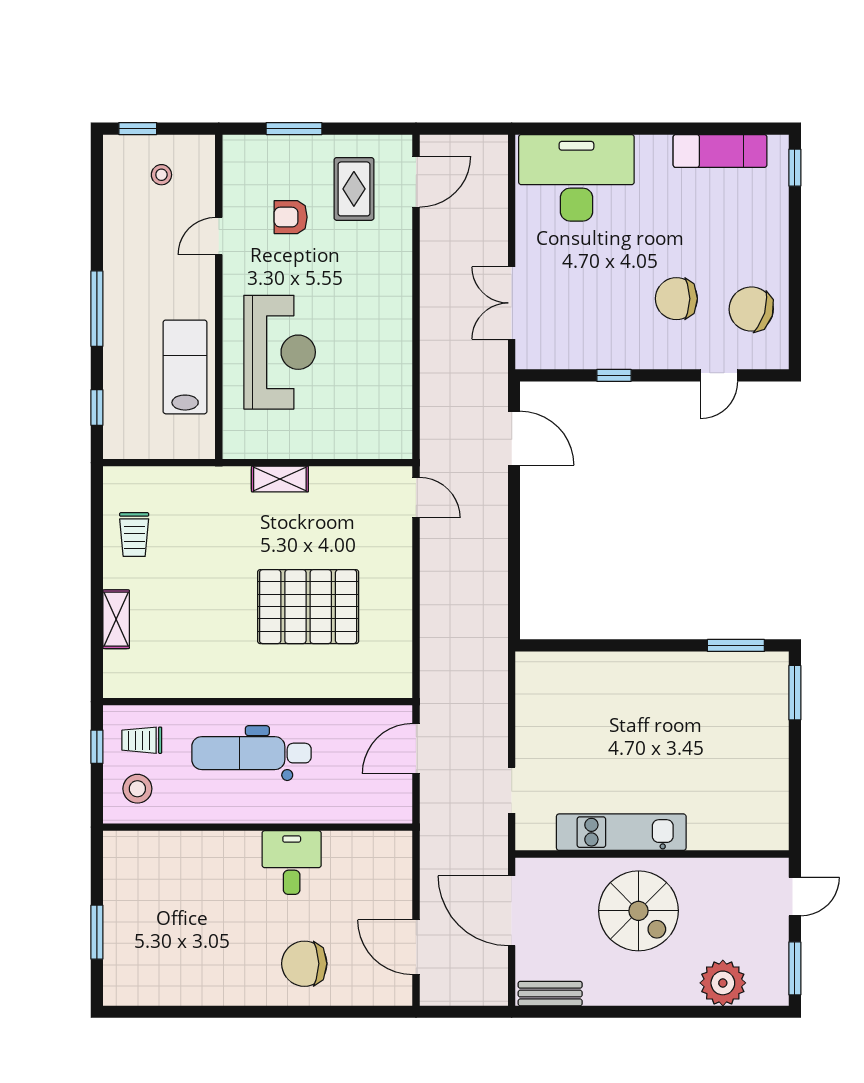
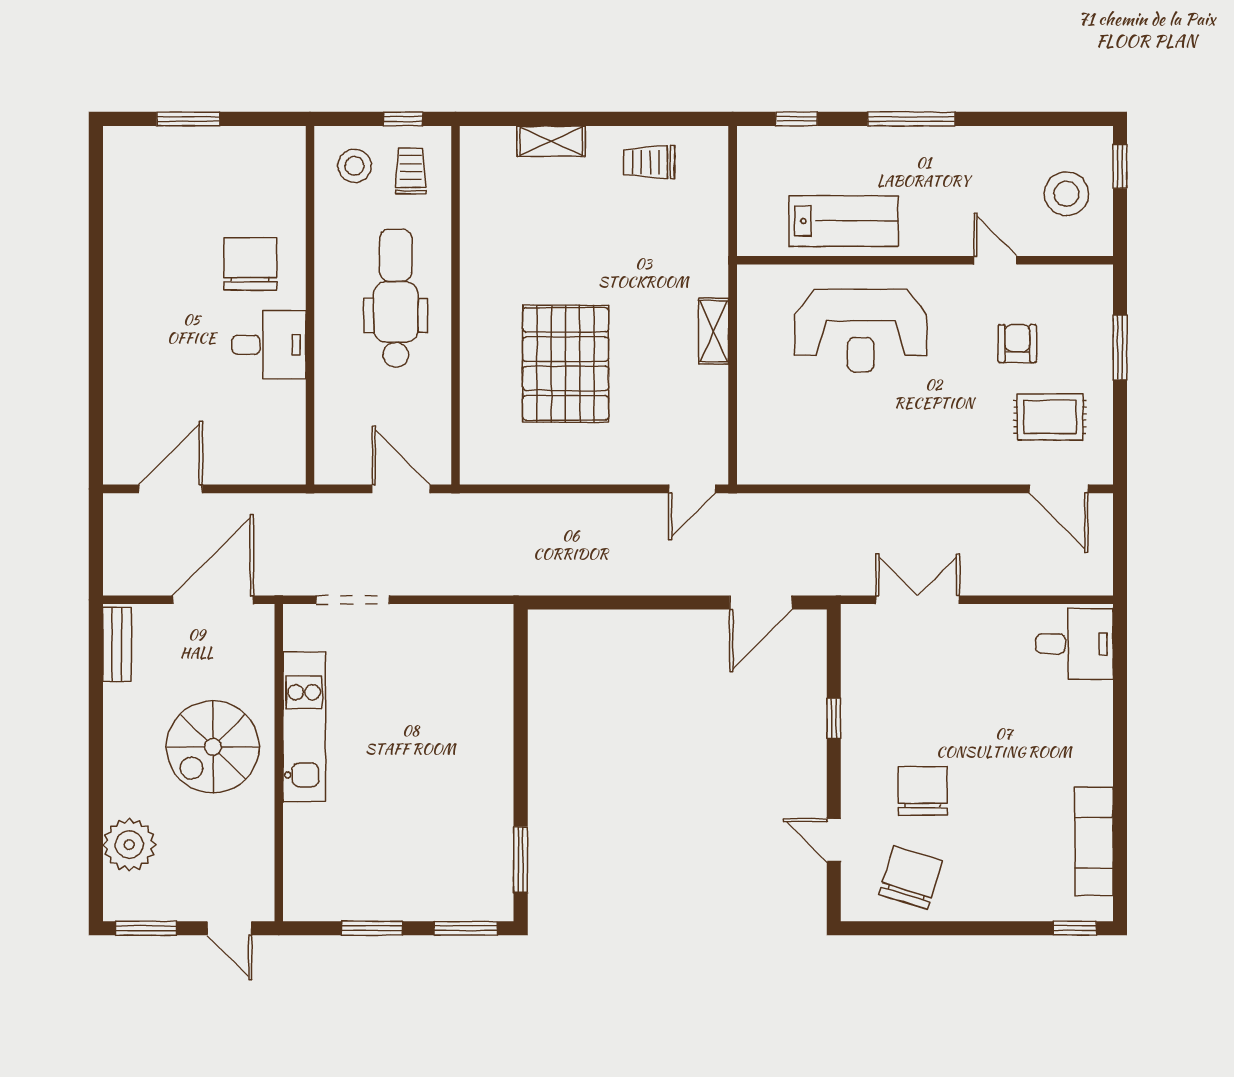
stool: (161, 175) -> (1066, 194), width x1.89, depth x1.89
desk: (576, 178) -> (1074, 644), width x0.53, depth x0.77
window: (795, 774) -> (372, 928), added
doorway: (512, 790) -> (353, 600), width x1.38
chair: (304, 964) -> (250, 264), moved

